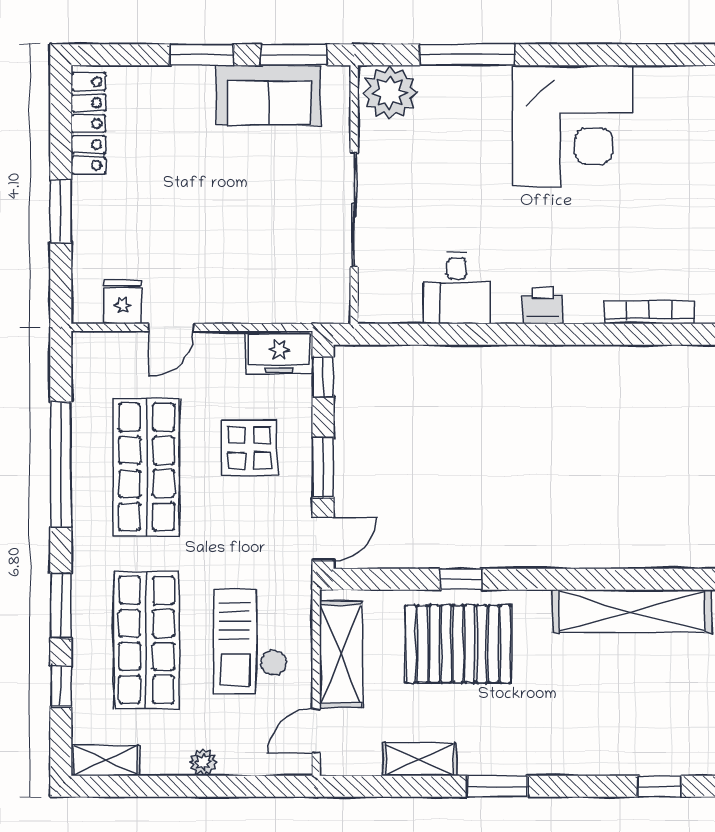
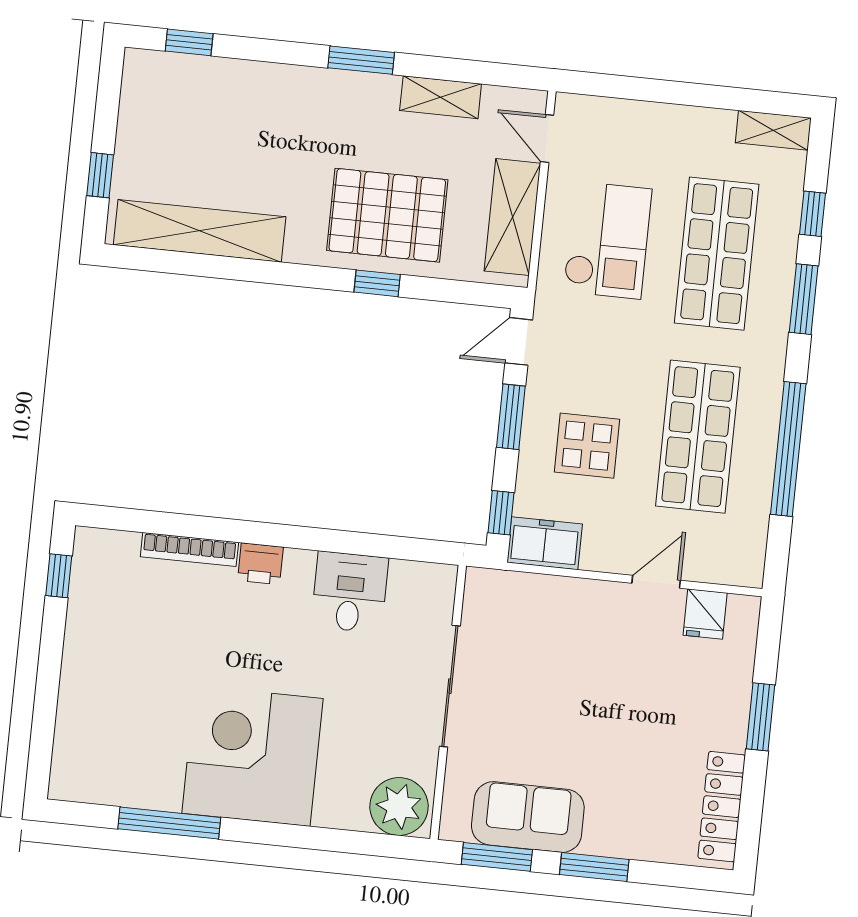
window: (467, 55) -> (169, 823), moved
corner desk: (573, 126) -> (253, 756), moved
bookcase: (649, 312) -> (189, 550), moved
door: (316, 731) -> (547, 138), swing flipped
plant: (203, 762) -> (670, 118), removed

